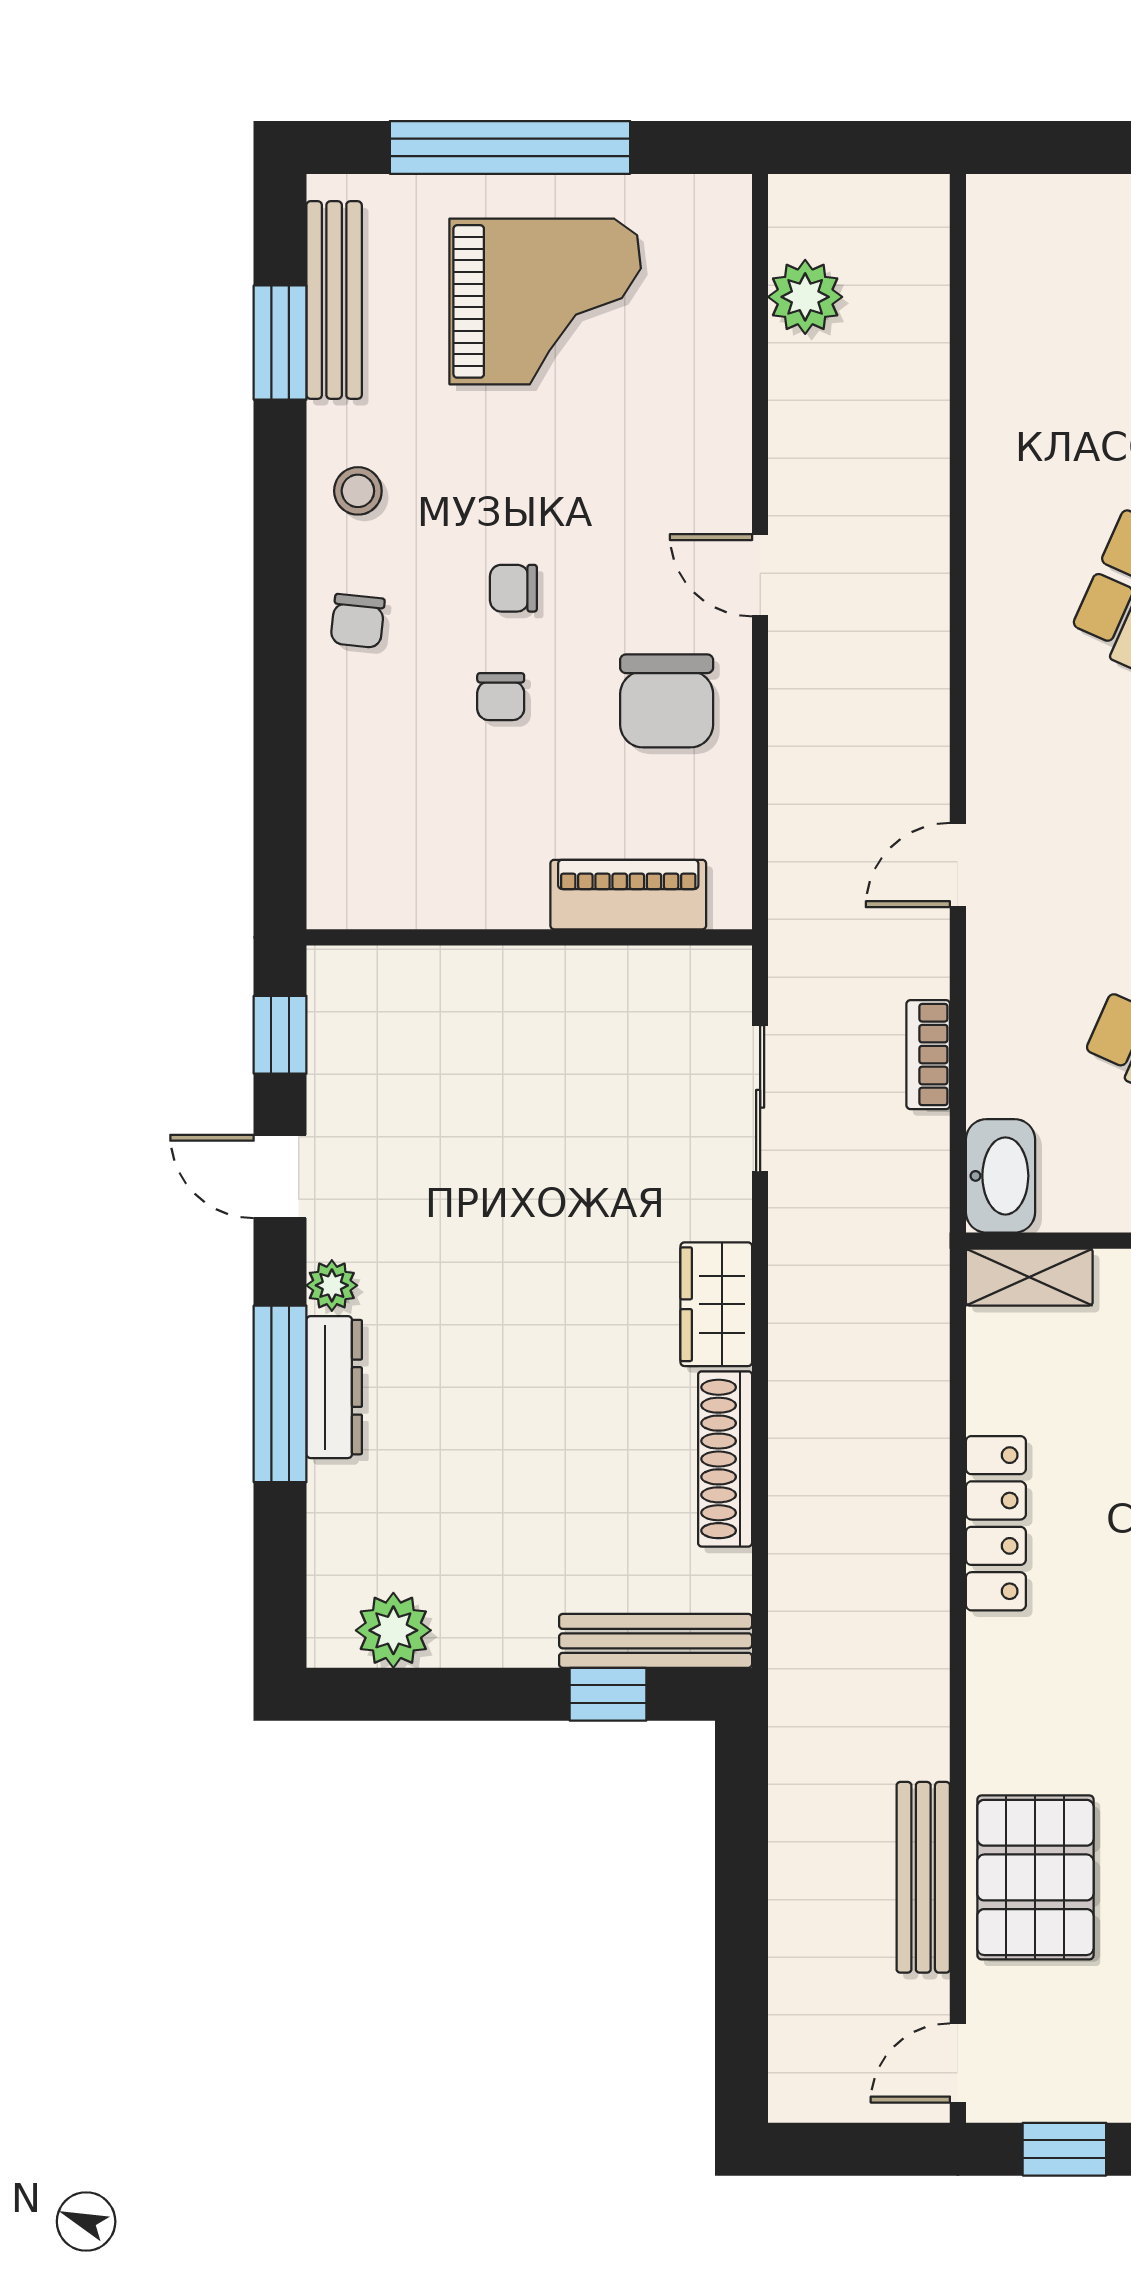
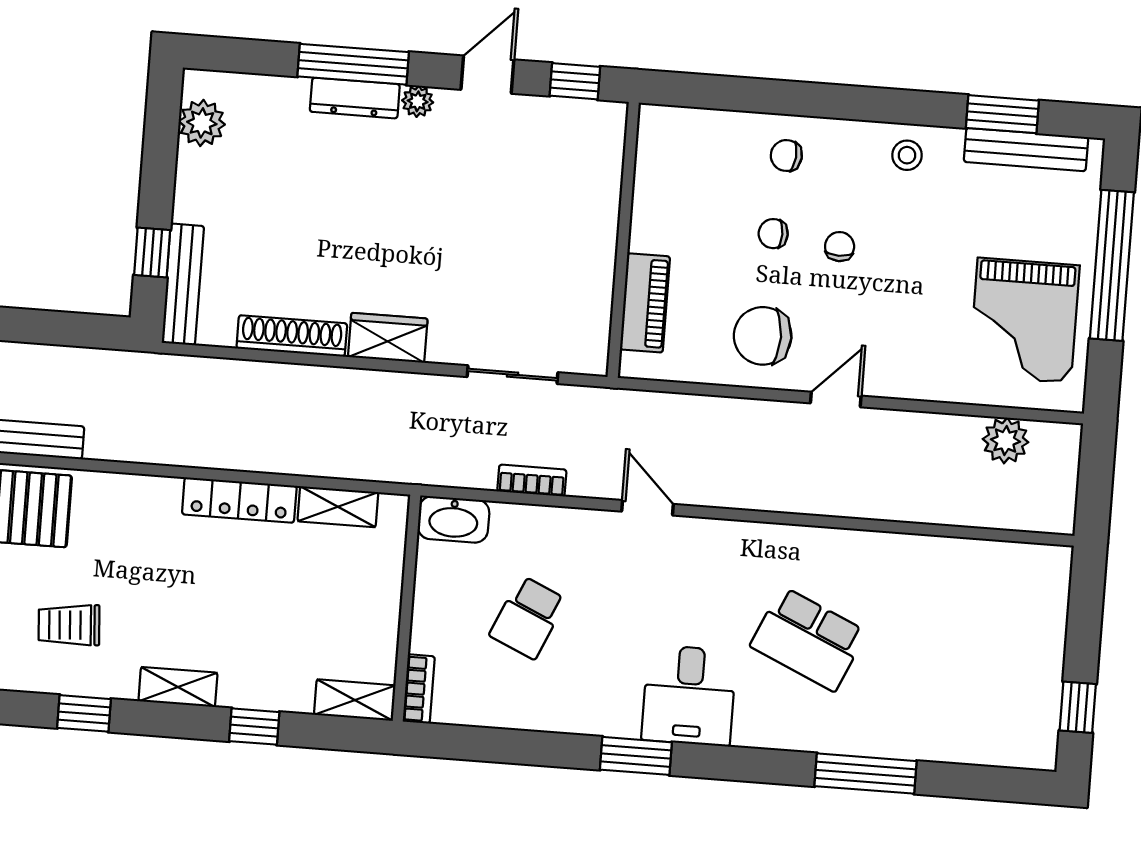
grand piano: (545, 301) -> (1024, 320), moved
chair: (358, 621) -> (786, 156), moved
shelving: (1029, 1277) -> (338, 507), moved, turned 90

